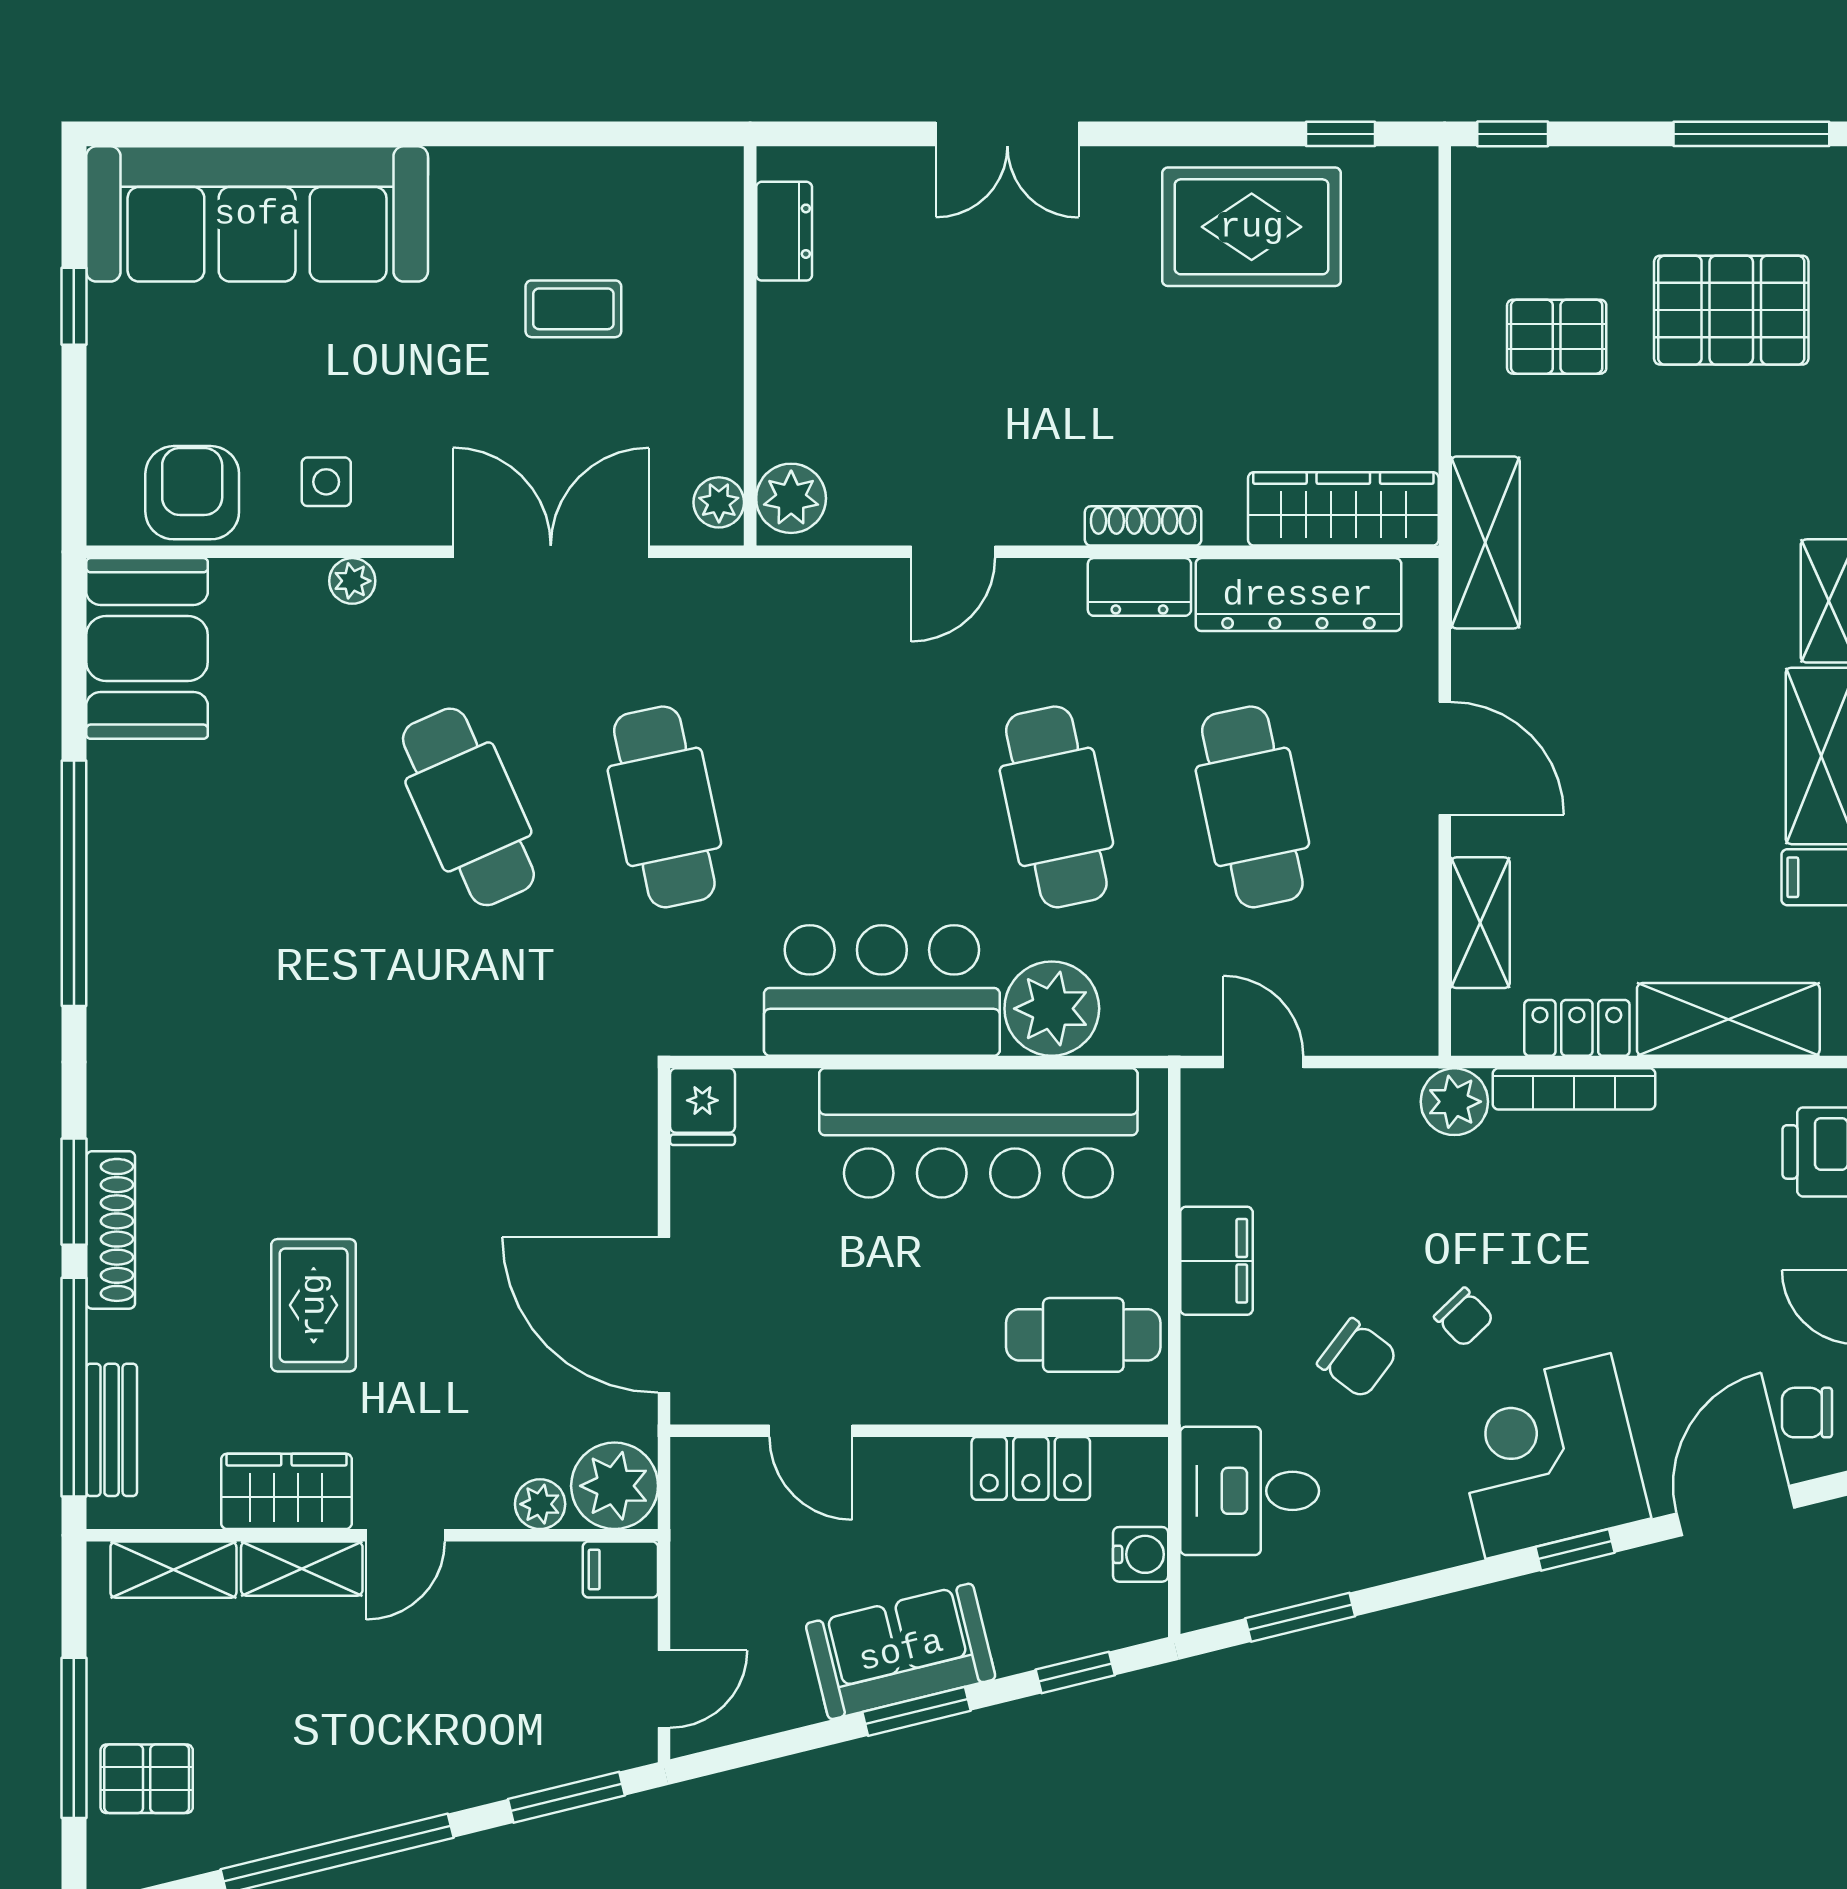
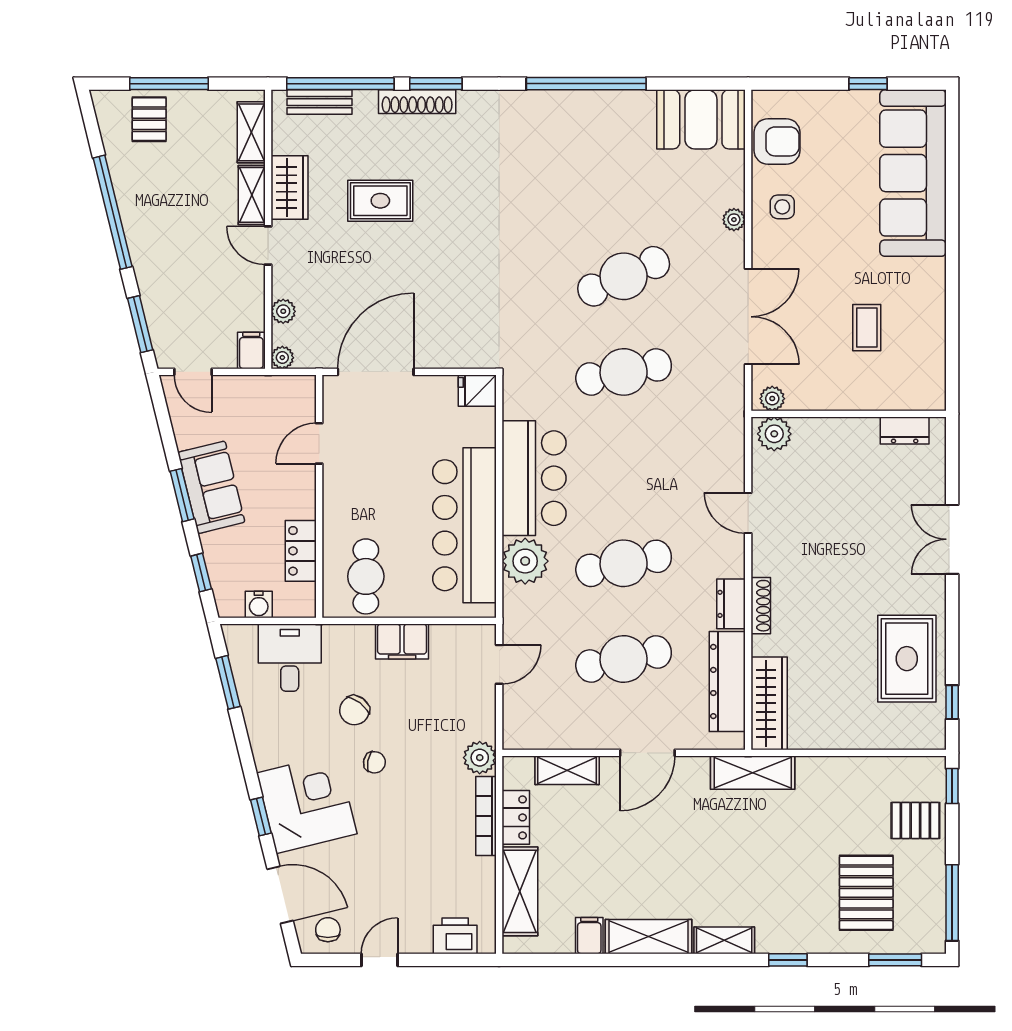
pallet: (1557, 337) -> (915, 820), moved, turned 90
chair: (1464, 1317) -> (374, 762), turned -125
plant: (615, 1486) -> (282, 358), width x0.53, depth x0.53

